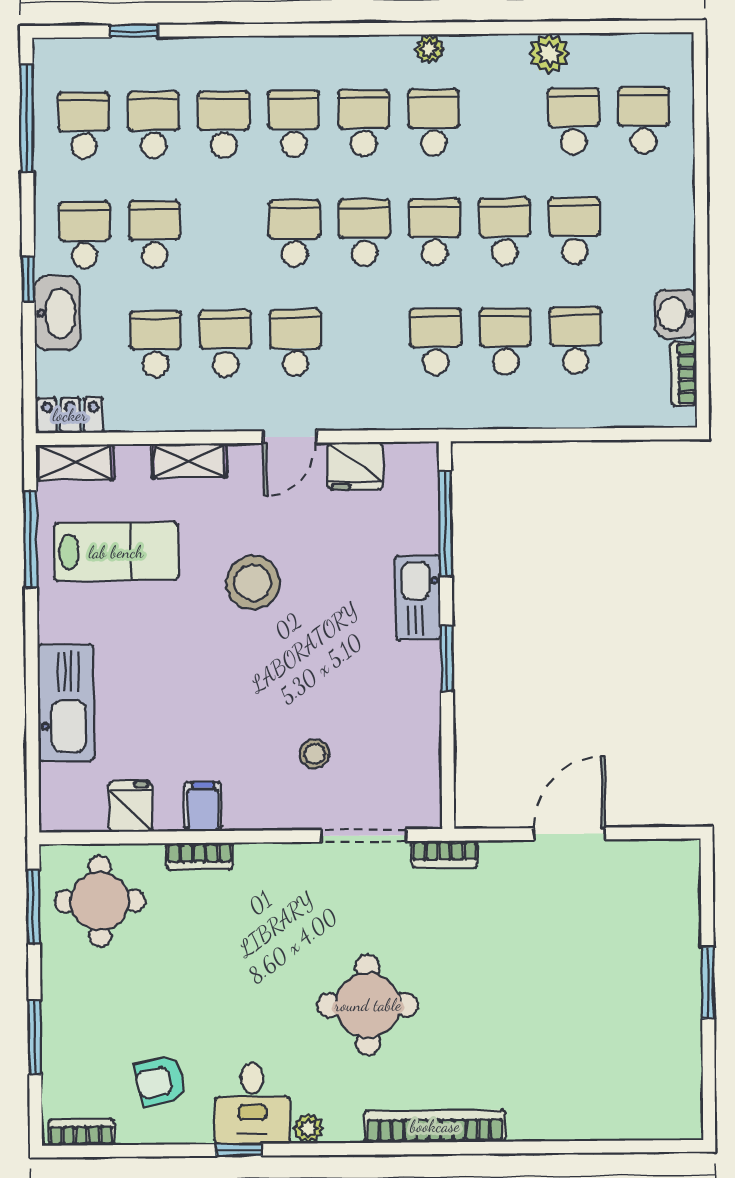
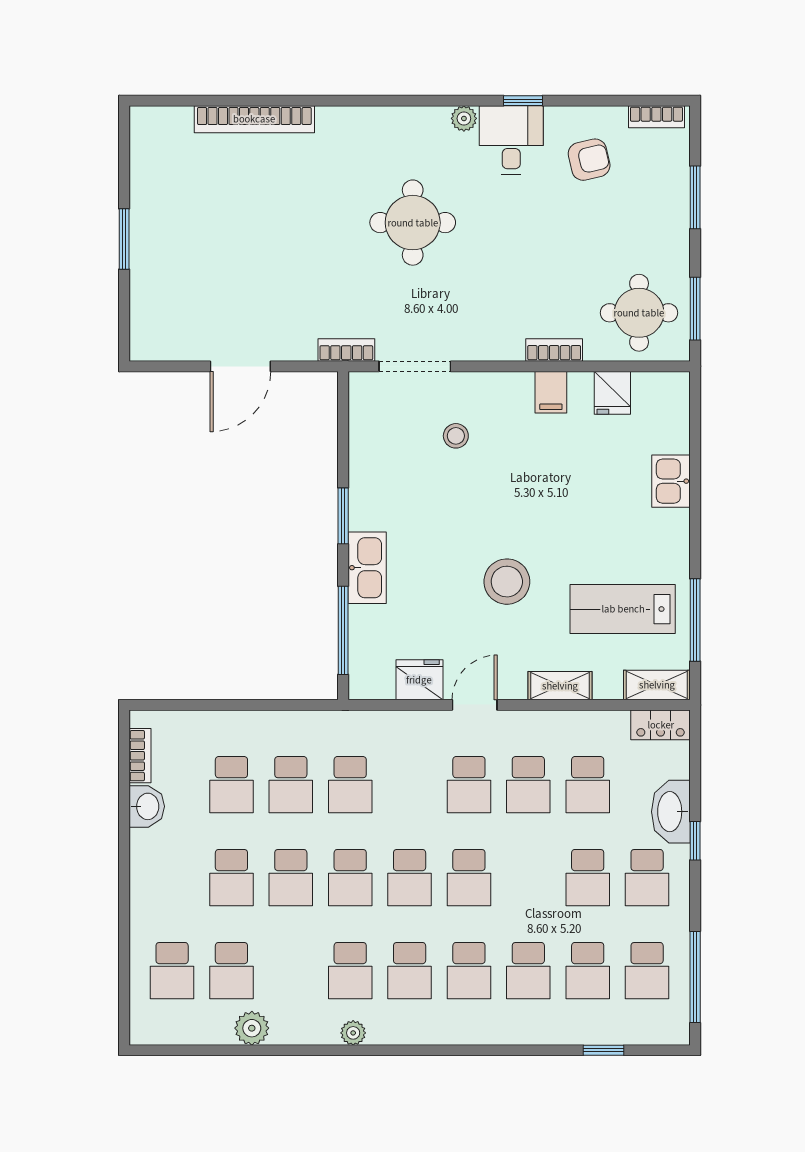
kitchen sink: (66, 703) -> (671, 481), width x0.53, depth x0.81
bookcase: (435, 1126) -> (254, 119), moved

